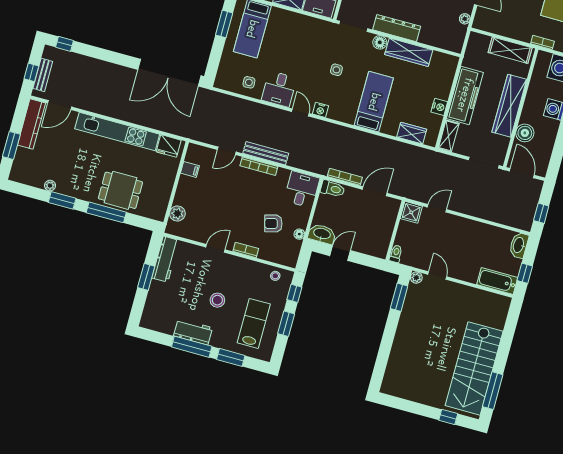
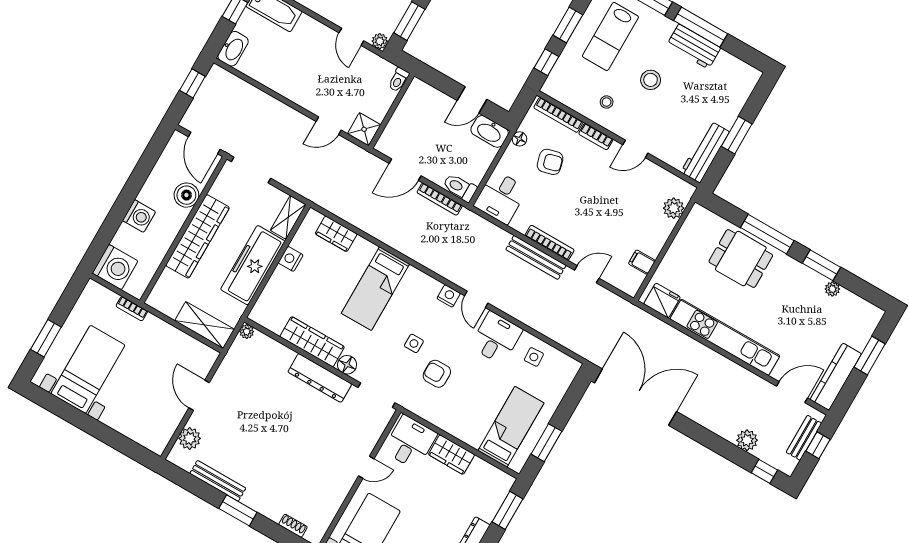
plant: (465, 19) -> (247, 332), moved
shelving: (510, 50) -> (204, 325), moved
armchair: (315, 53) -> (437, 374), added
plant: (83, 63) -> (747, 440), added
bookcase: (276, 258) -> (558, 115), added
stool: (275, 276) -> (607, 102), moved

